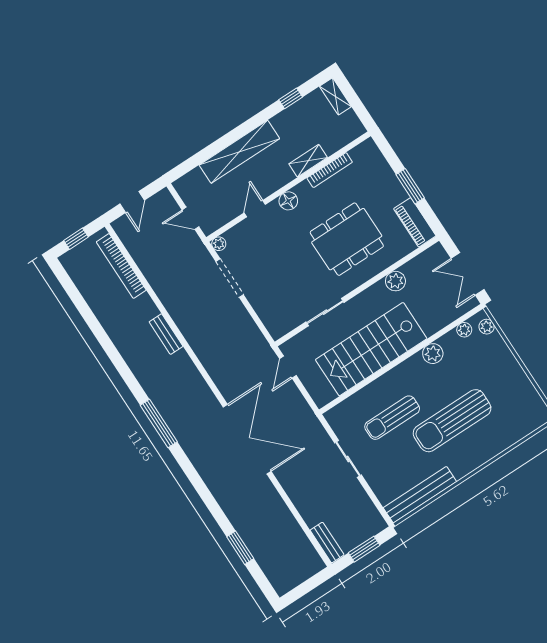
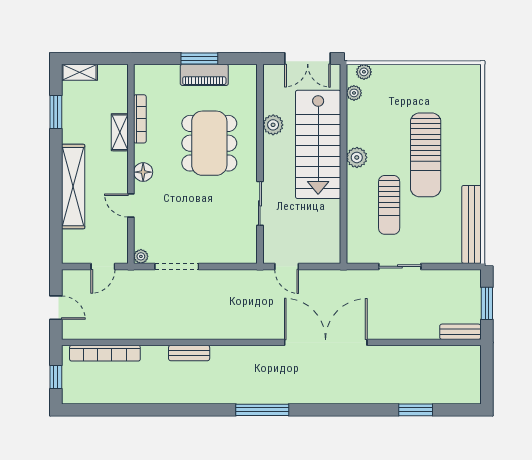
window: (291, 98) -> (56, 112), width x1.50
piano: (415, 222) -> (204, 75), moved
stairs: (371, 349) -> (318, 144), moved
plant: (433, 354) -> (357, 157), moved

